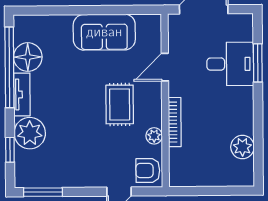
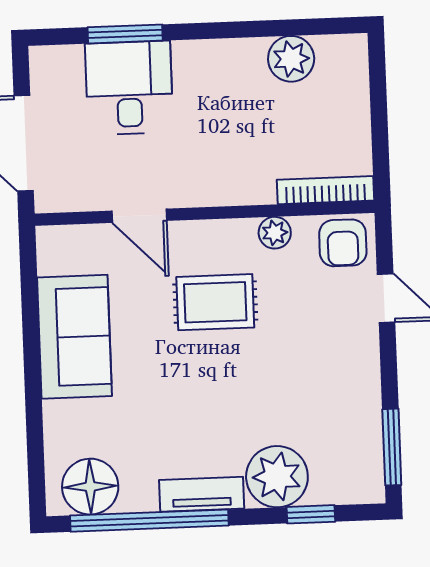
floor lamp: (28, 57) -> (90, 487), moved
bookcase: (175, 122) -> (326, 190), moved

